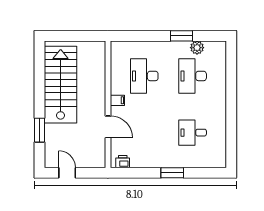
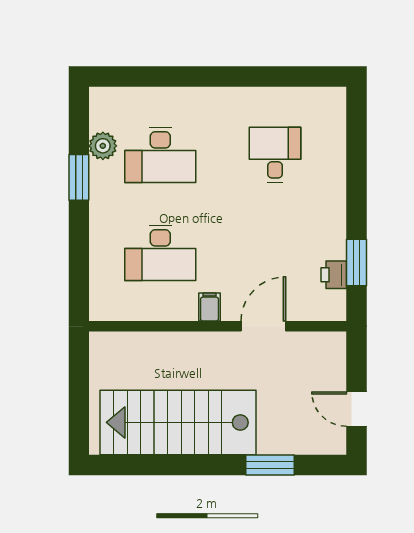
desk: (193, 133) -> (275, 155), turned 180
printer: (123, 162) -> (334, 275), moved
door: (67, 173) -> (356, 409), hinge flipped
window: (172, 173) -> (356, 262), moved

